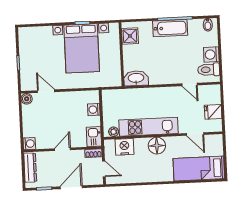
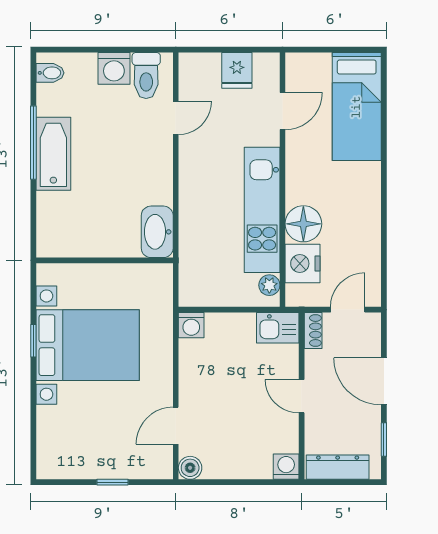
shower: (130, 36) -> (66, 240), removed
washing machine: (94, 110) -> (191, 325), moved
floor lamp: (157, 146) -> (303, 224), moved

